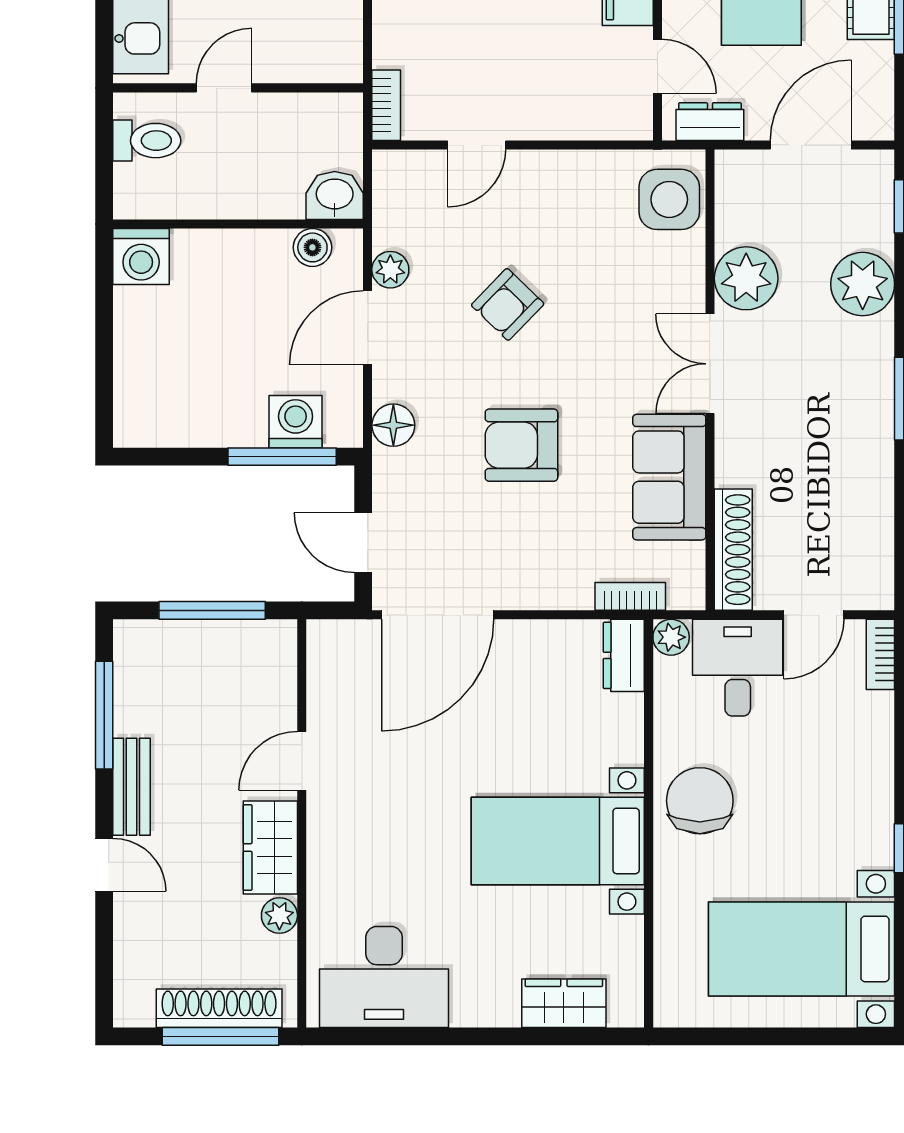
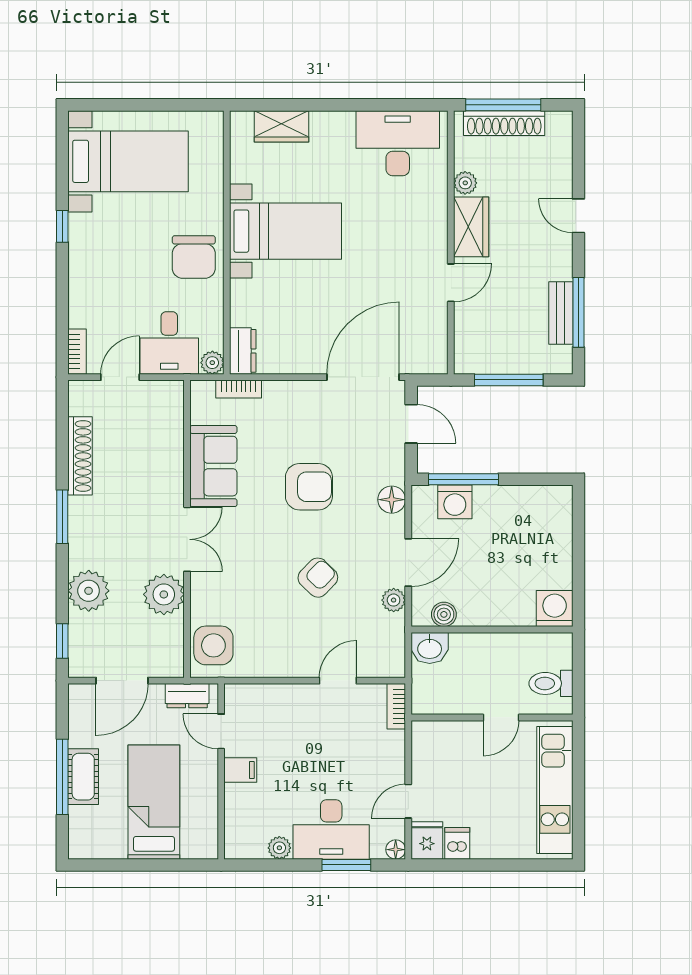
shoe rack: (733, 550) -> (80, 456), moved, turned 180
bench: (131, 787) -> (561, 313), moved

